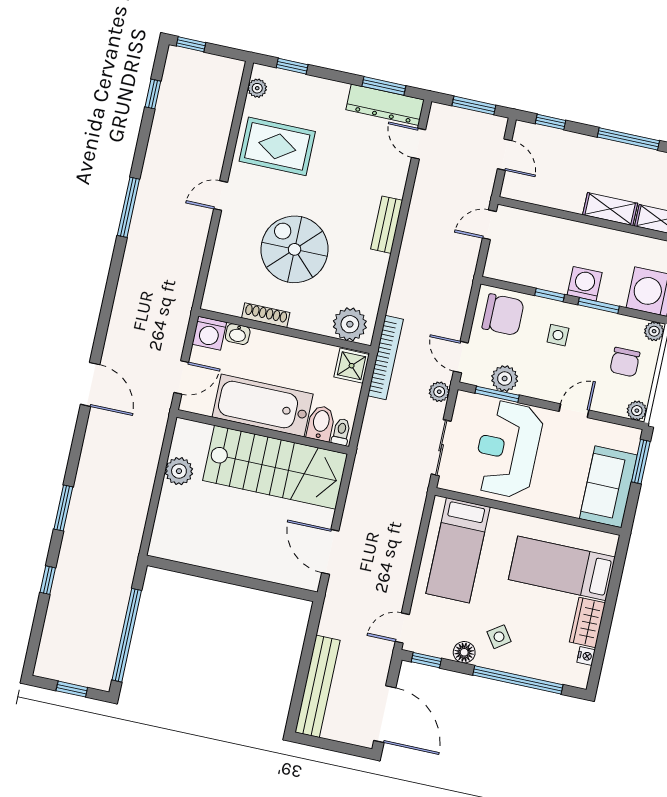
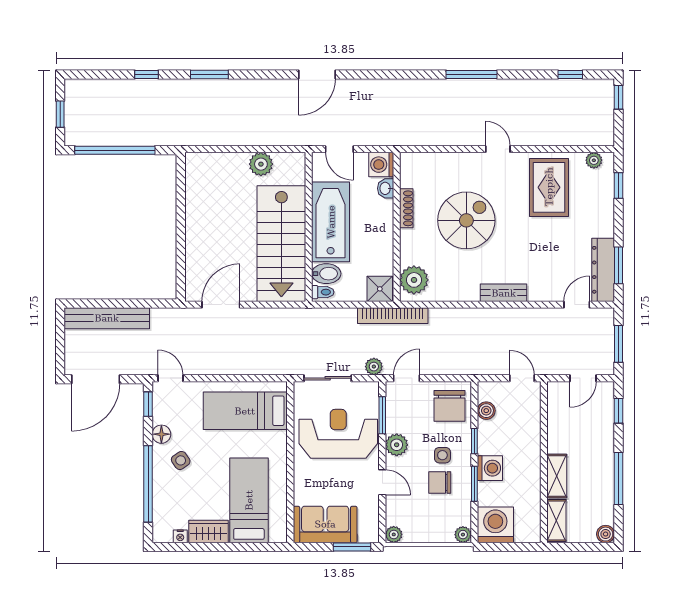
boiler: (518, 274) -> (486, 411), added
chair: (625, 362) -> (440, 482), moved
plant: (505, 379) -> (397, 445), moved

